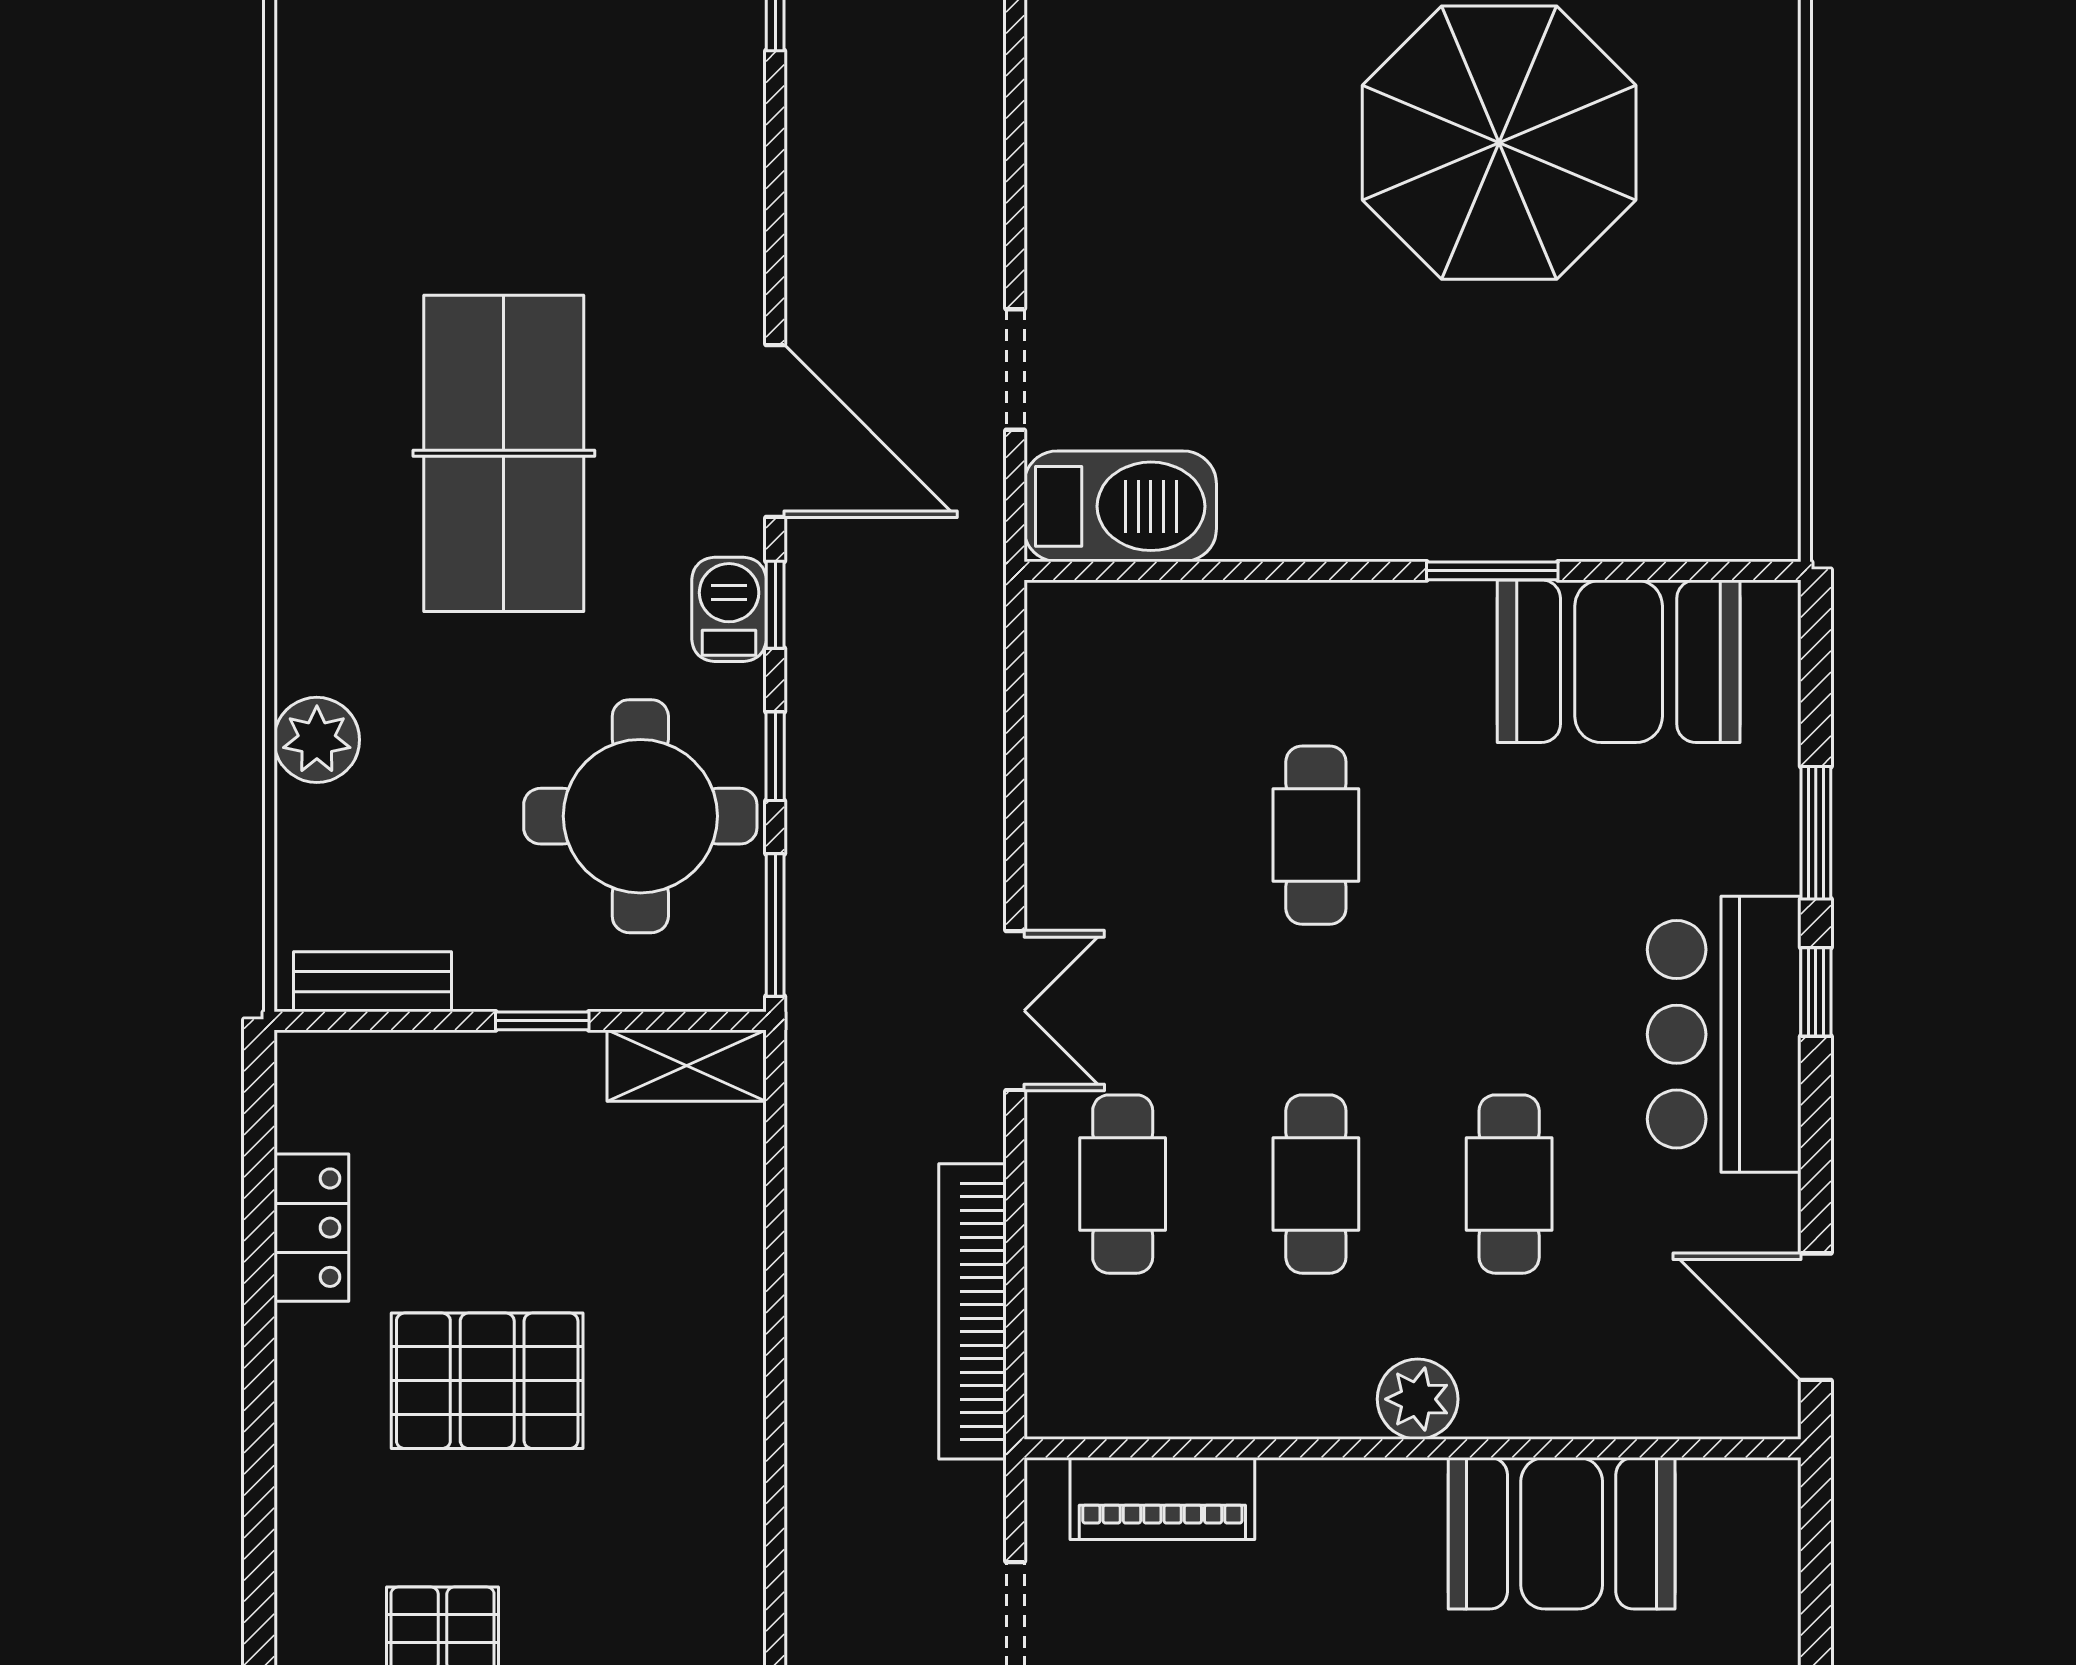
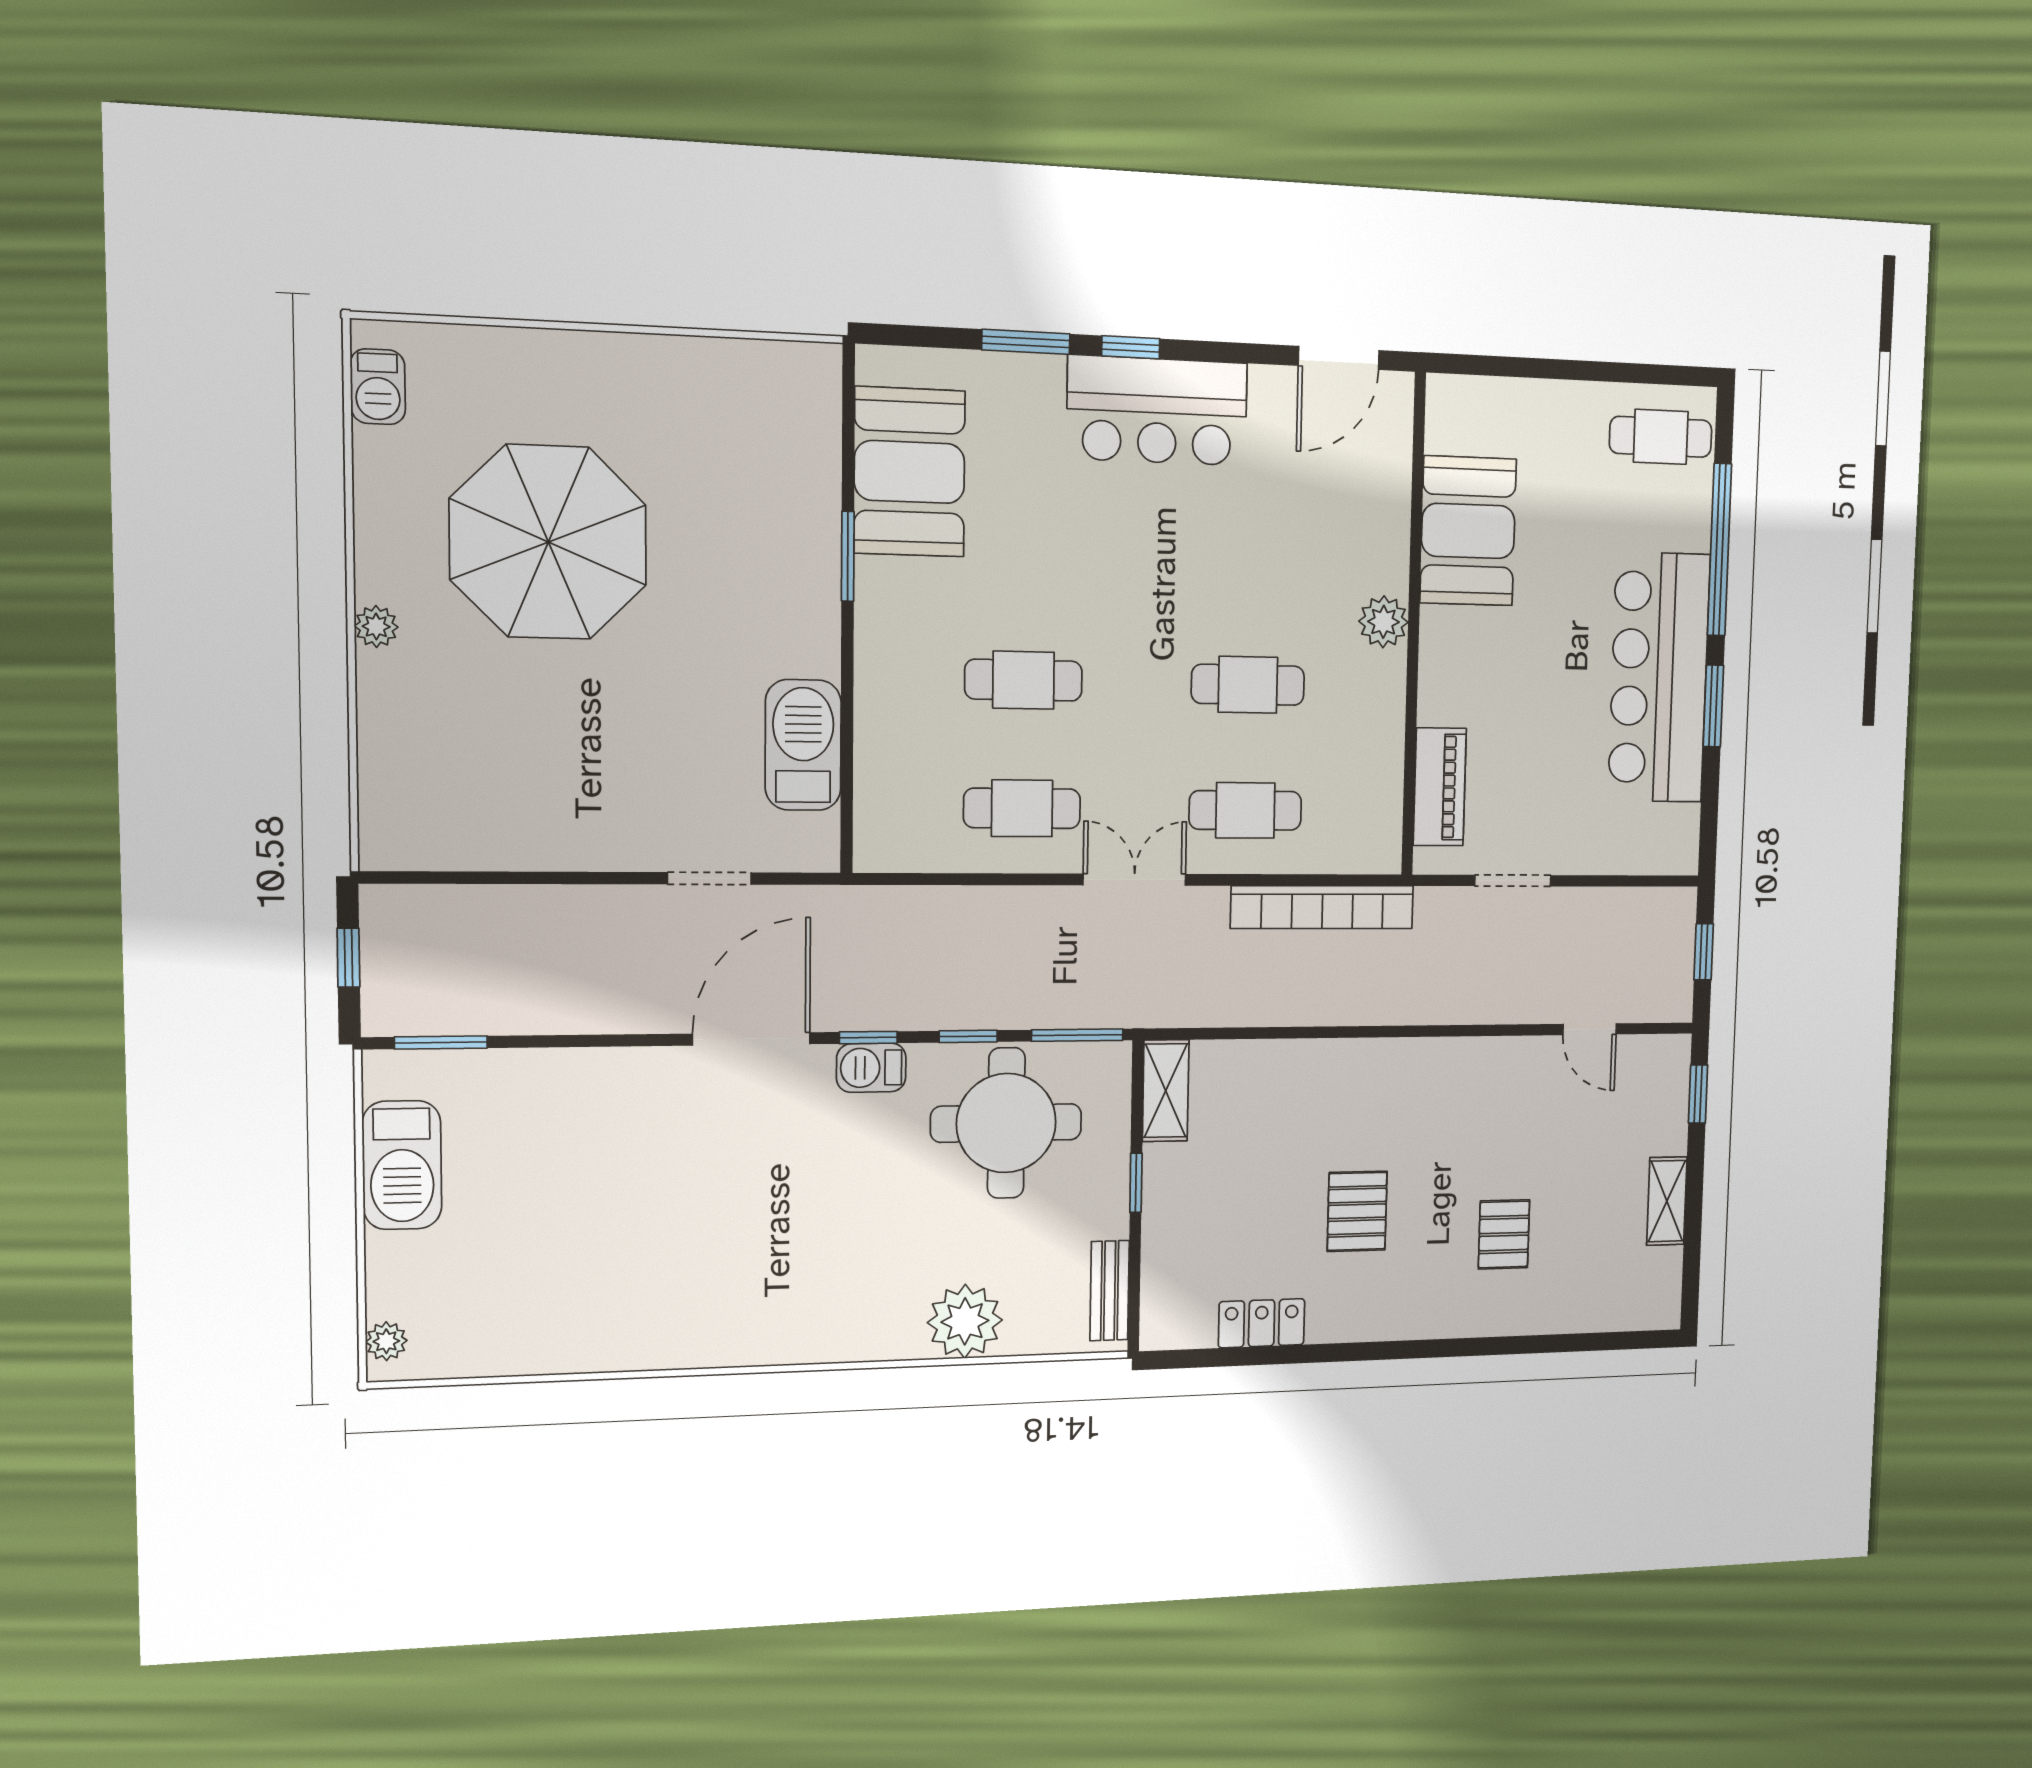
table tennis table: (504, 453) -> (766, 1217), removed
barbecue: (1120, 506) -> (803, 745), moved
plant: (317, 740) -> (965, 1321), width x1.36, depth x1.36
cafe table: (1509, 1184) -> (1022, 808), moved
pallet: (487, 1381) -> (1357, 1211), width x0.67, depth x0.71

